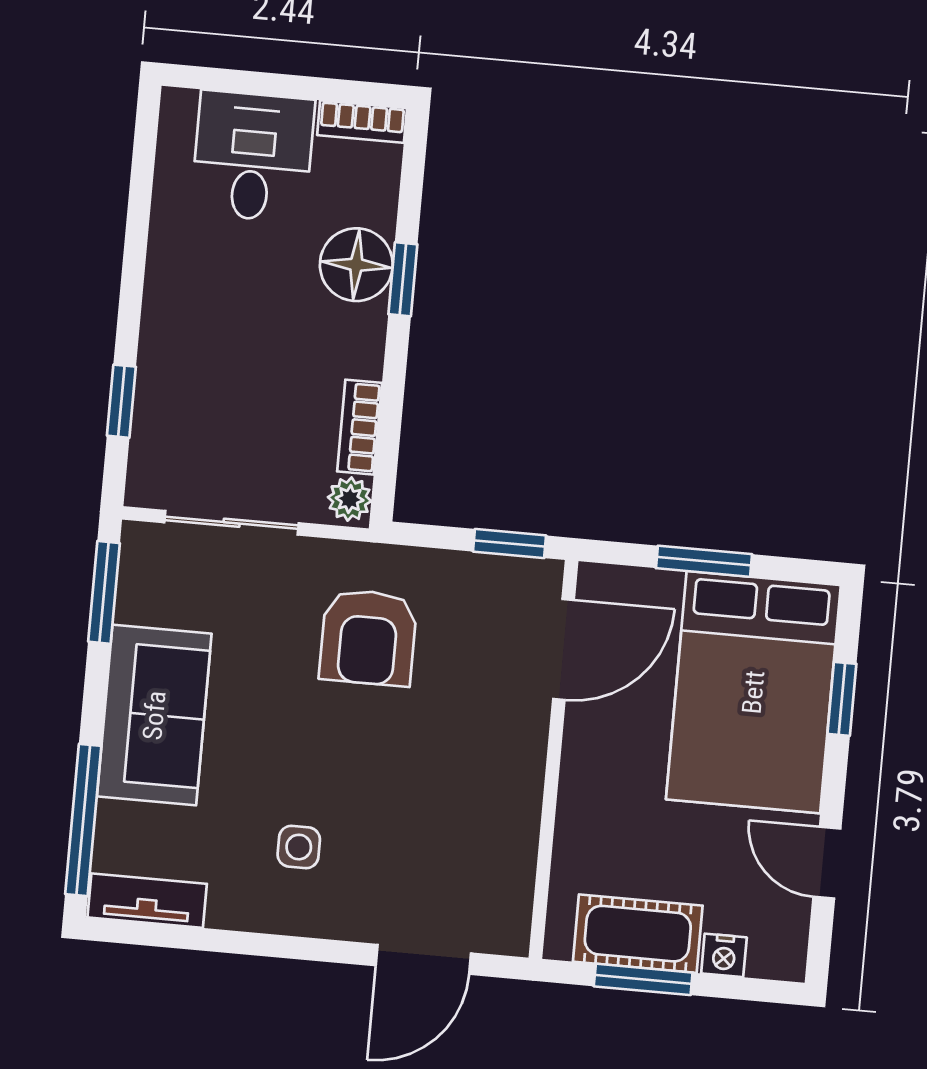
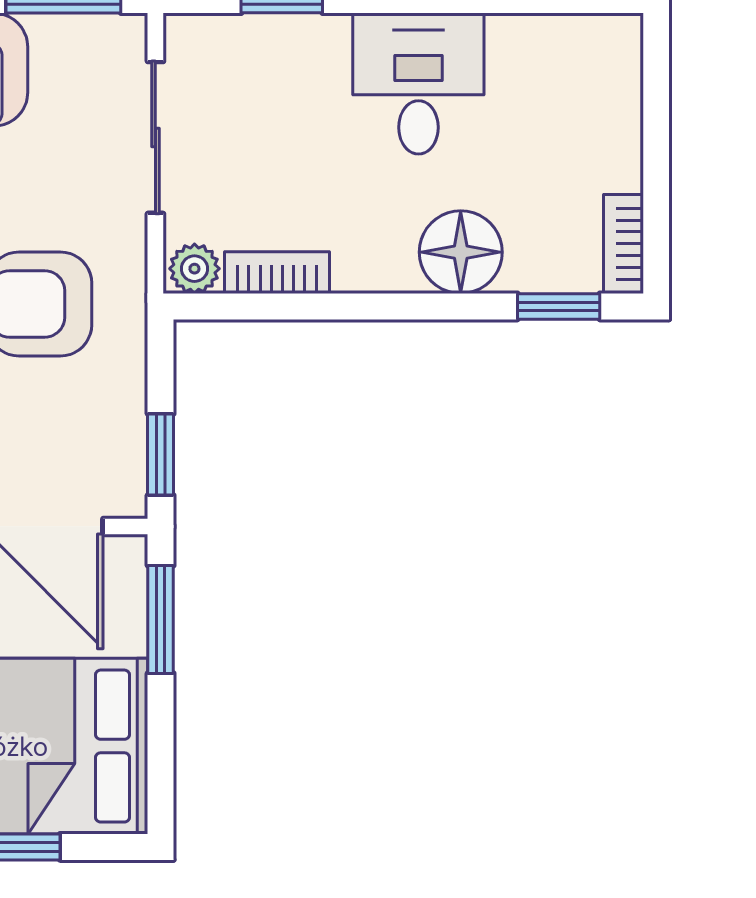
desk: (253, 156) -> (418, 84), moved, turned -90
window: (403, 279) -> (559, 306), moved
window: (704, 561) -> (161, 619), moved

